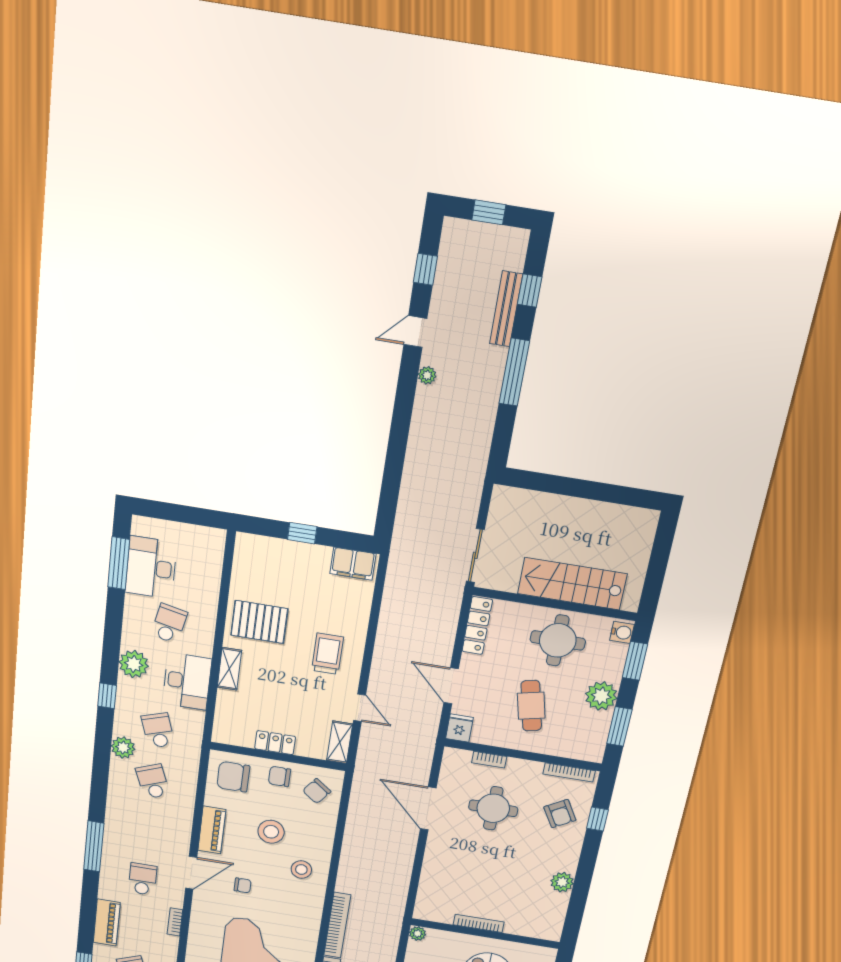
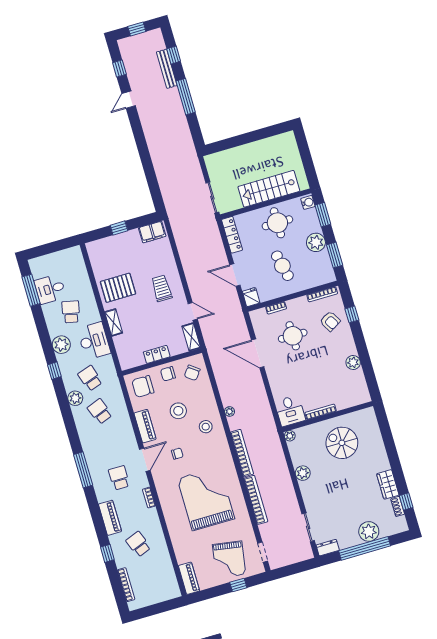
plant: (427, 375) -> (230, 411), moved
desk: (151, 568) -> (50, 289), width x0.73
desk: (435, 903) -> (290, 411), added

